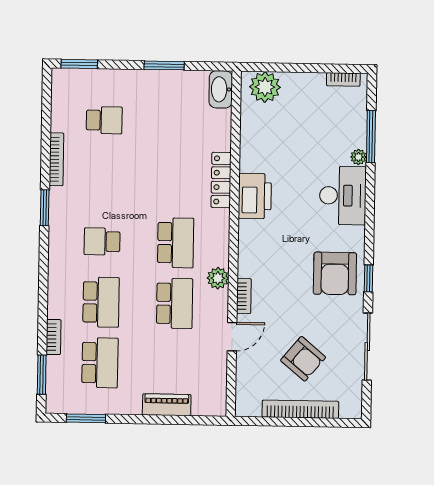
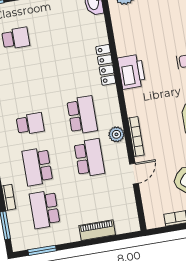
school desk: (102, 241) -> (30, 124), turned 180
bookcase: (244, 296) -> (136, 137), width x1.56
school desk: (101, 302) -> (37, 167), turned 180
school desk: (100, 363) -> (45, 209), turned 180

